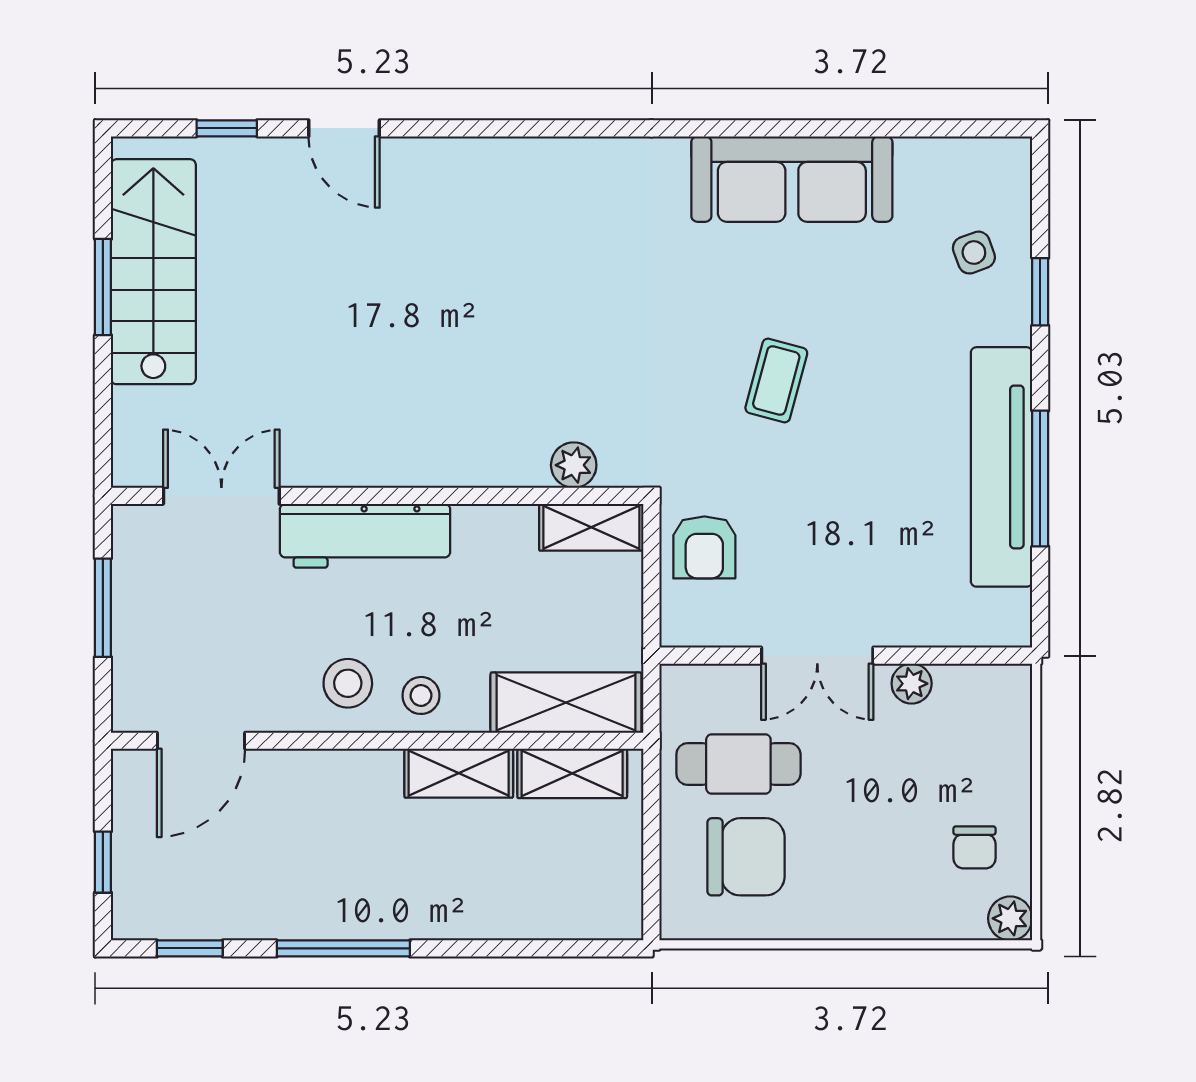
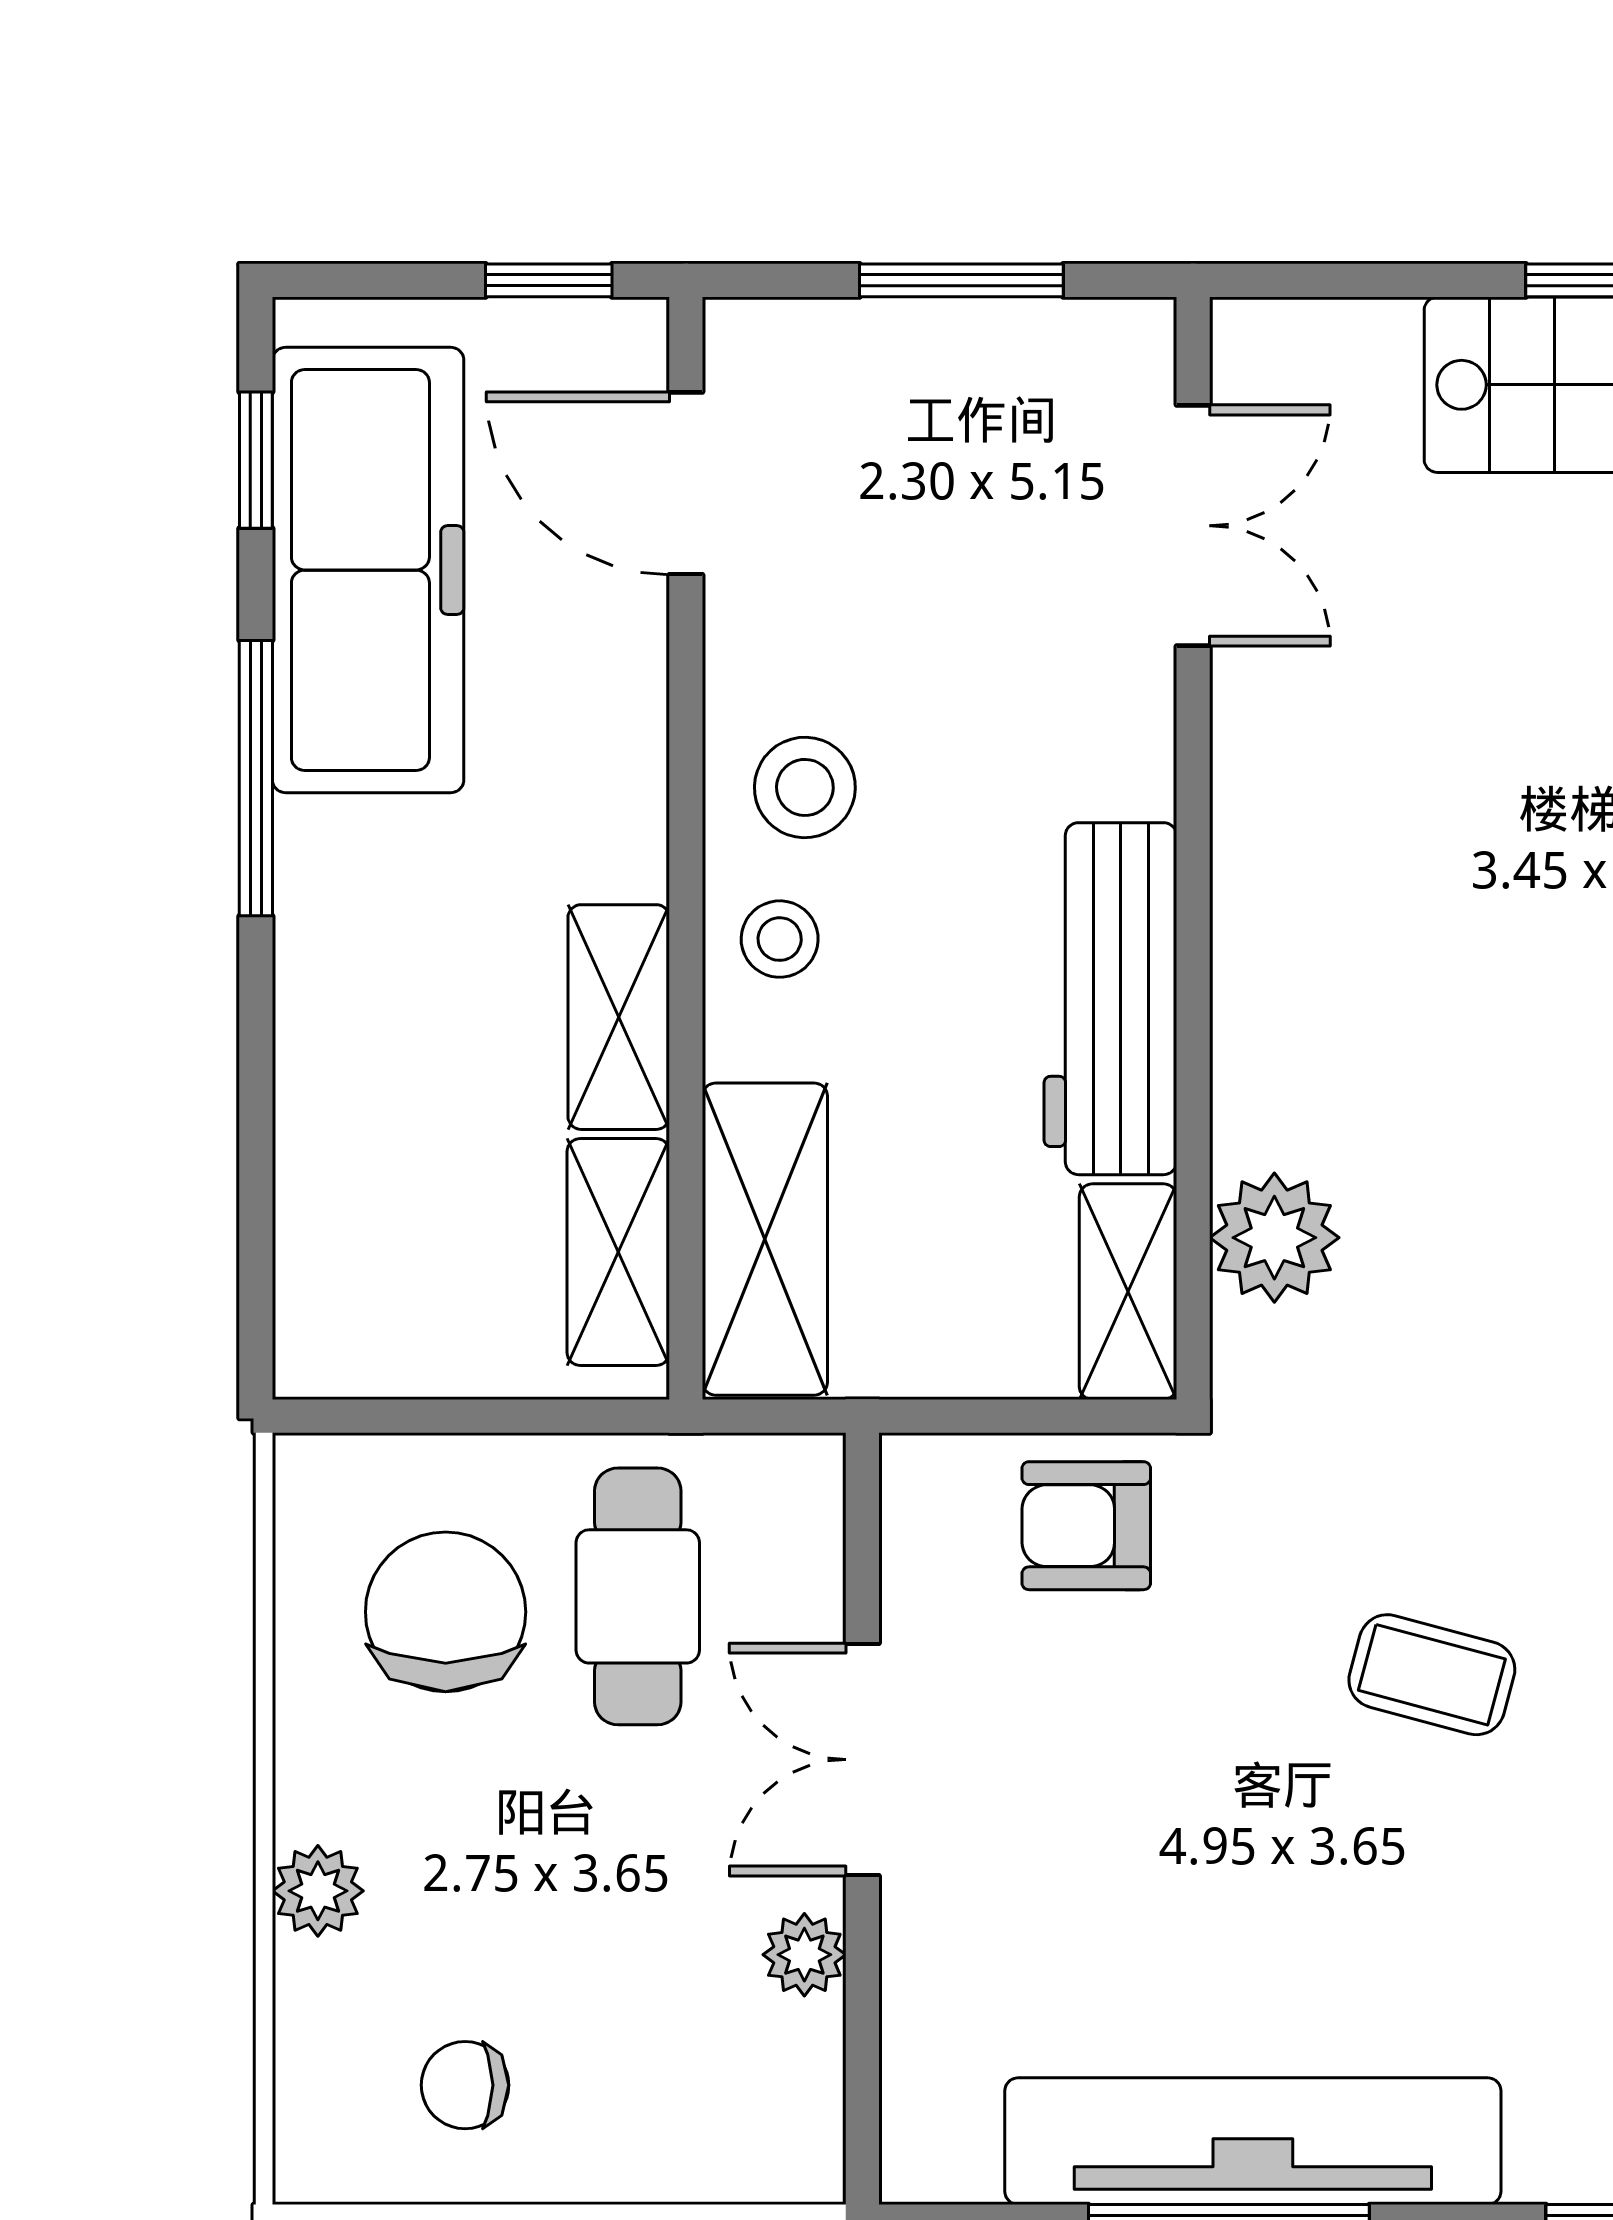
plant: (574, 465) -> (1274, 1238), width x1.38, depth x1.38
workbench: (365, 536) -> (1110, 999), moved
chair: (746, 857) -> (446, 1612), turned 180
window: (103, 862) -> (549, 280), moved
freezer: (243, 894) -> (368, 570), added
plant: (1010, 918) -> (318, 1891), moved

